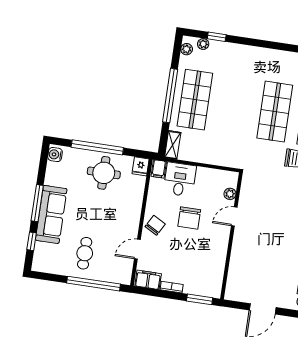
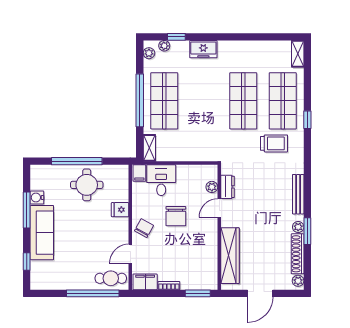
freezer: (242, 53) -> (203, 49), added
water cooler: (55, 155) -> (37, 198), moved
fridge: (141, 166) -> (120, 210), moved, turned 90
dresser: (246, 196) -> (228, 187), added
window: (37, 203) -> (27, 210), moved
cafe table: (85, 253) -> (111, 278), moved, turned 90
wardrobe: (238, 266) -> (230, 256), added

